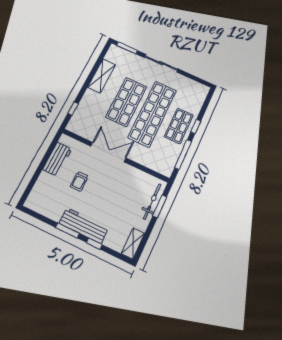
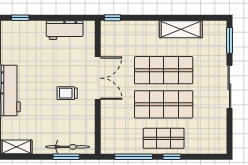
window: (73, 109) -> (113, 18), moved
shop shelf: (152, 114) -> (164, 104), width x0.71
trolley: (79, 181) -> (67, 93), moved
window: (29, 189) -> (20, 18), added

